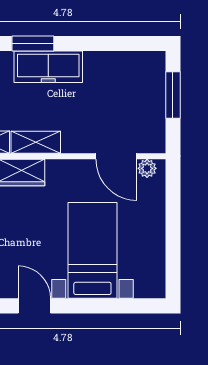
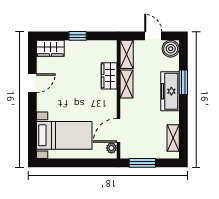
shelving: (129, 61) -> (173, 138), added
window: (173, 95) -> (142, 163), moved
bed with nightstands: (92, 250) -> (64, 135), moved

